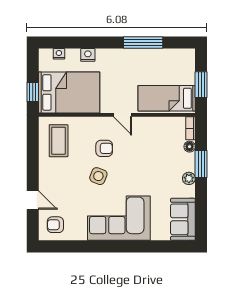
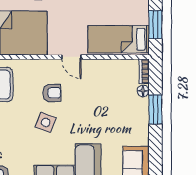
plant: (189, 178) -> (142, 125), removed

